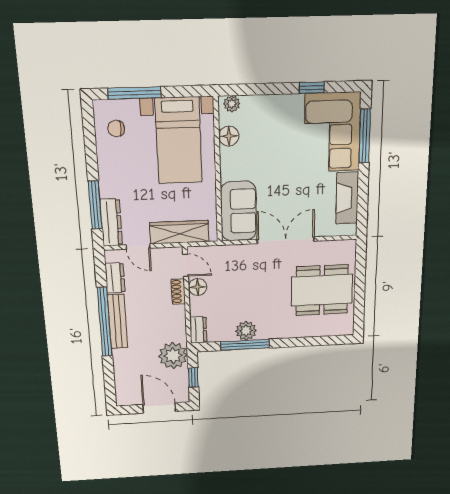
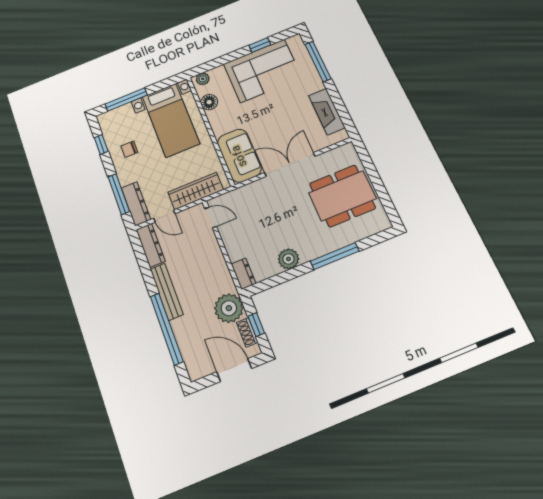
chair: (116, 128) -> (129, 149), moved
corner sofa: (332, 132) -> (262, 71), moved, turned -90
window: (90, 139) -> (101, 145), added
dresser: (115, 278) -> (151, 245), width x1.44
floor lamp: (198, 287) -> (228, 233), removed
shoe rack: (178, 291) -> (247, 332), moved
window: (105, 322) -> (167, 329), moved
window: (245, 345) -> (335, 256), moved

